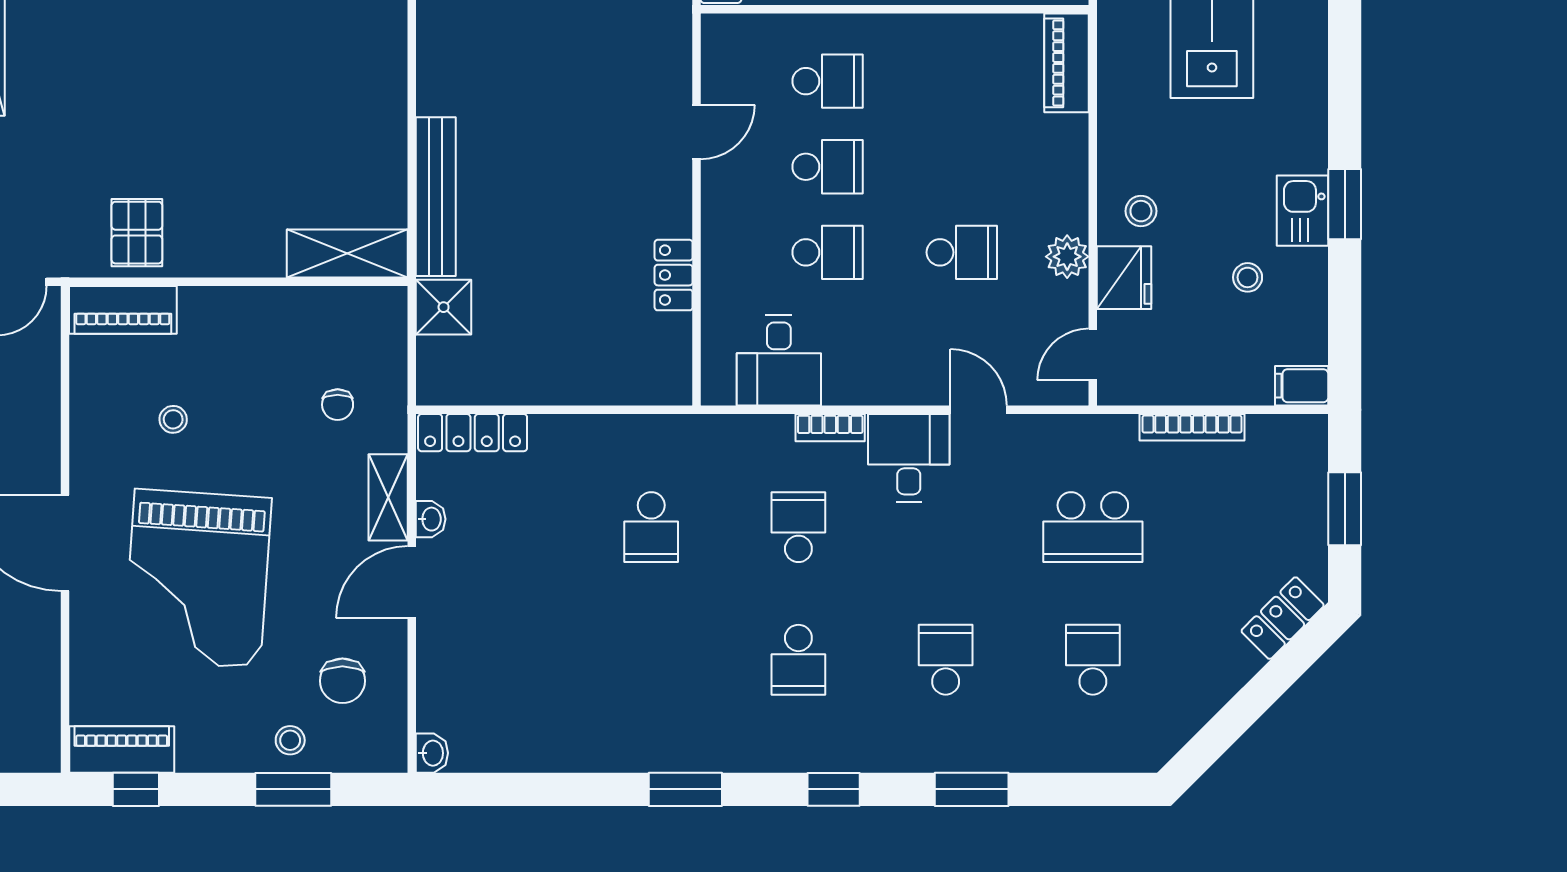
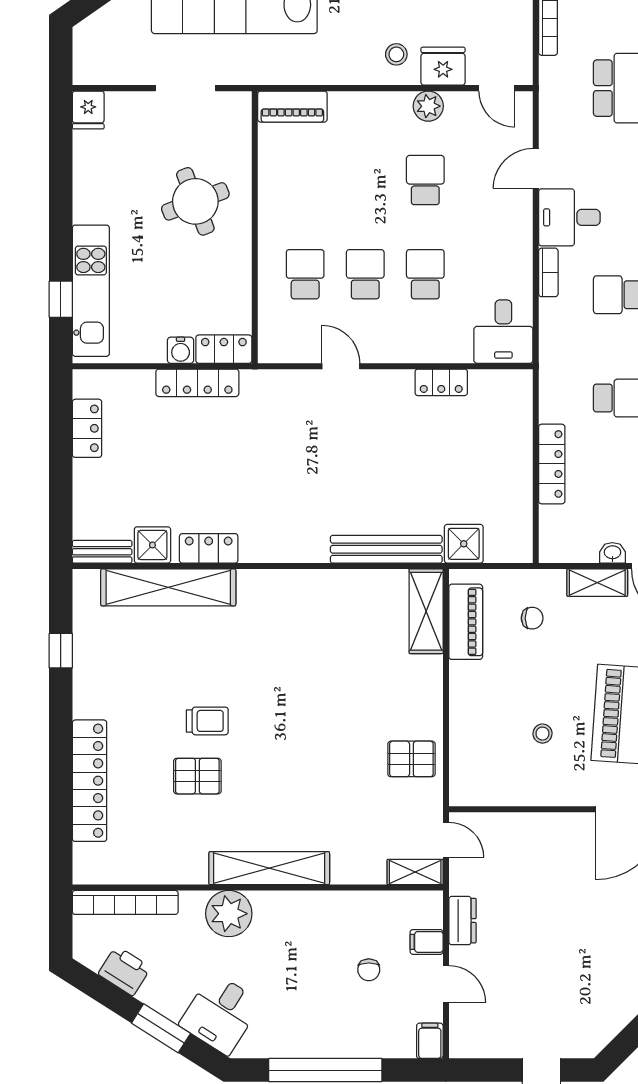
piano: (123, 310) -> (466, 622), moved
desk: (779, 360) -> (503, 332), moved, turned 90
locker: (473, 433) -> (552, 464), moved

